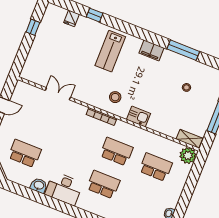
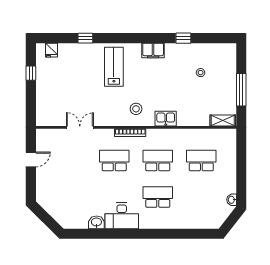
fridge: (72, 18) -> (51, 50), moved
window: (183, 50) -> (183, 38), width x0.46
lab bench: (110, 51) -> (114, 67), turned 180
school desk: (25, 153) -> (114, 160), moved
plant: (188, 156) -> (228, 137), removed

